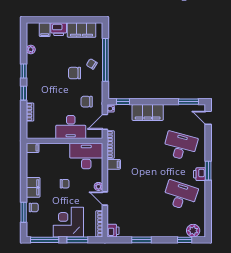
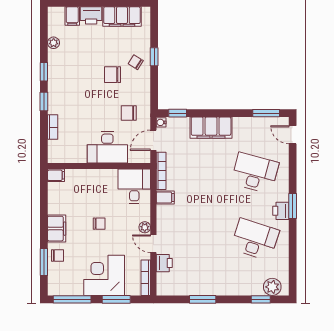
window: (105, 60) -> (154, 57), width x0.32
desk: (86, 156) -> (134, 186), width x0.73
printer: (113, 231) -> (164, 263), moved

